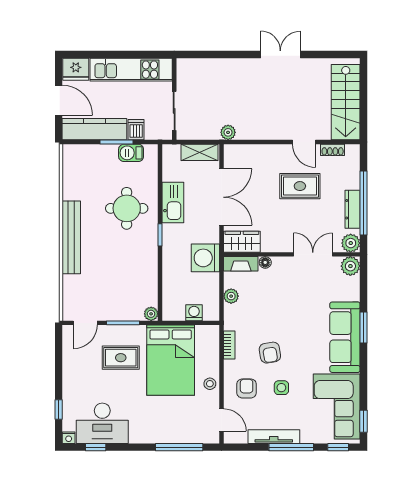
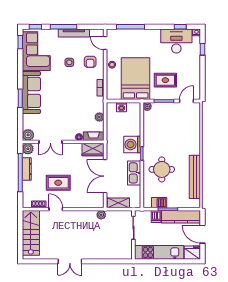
bench: (71, 237) -> (195, 177), moved
washing machine: (205, 258) -> (132, 144), moved, turned 180
armchair: (270, 353) -> (76, 83), removed

